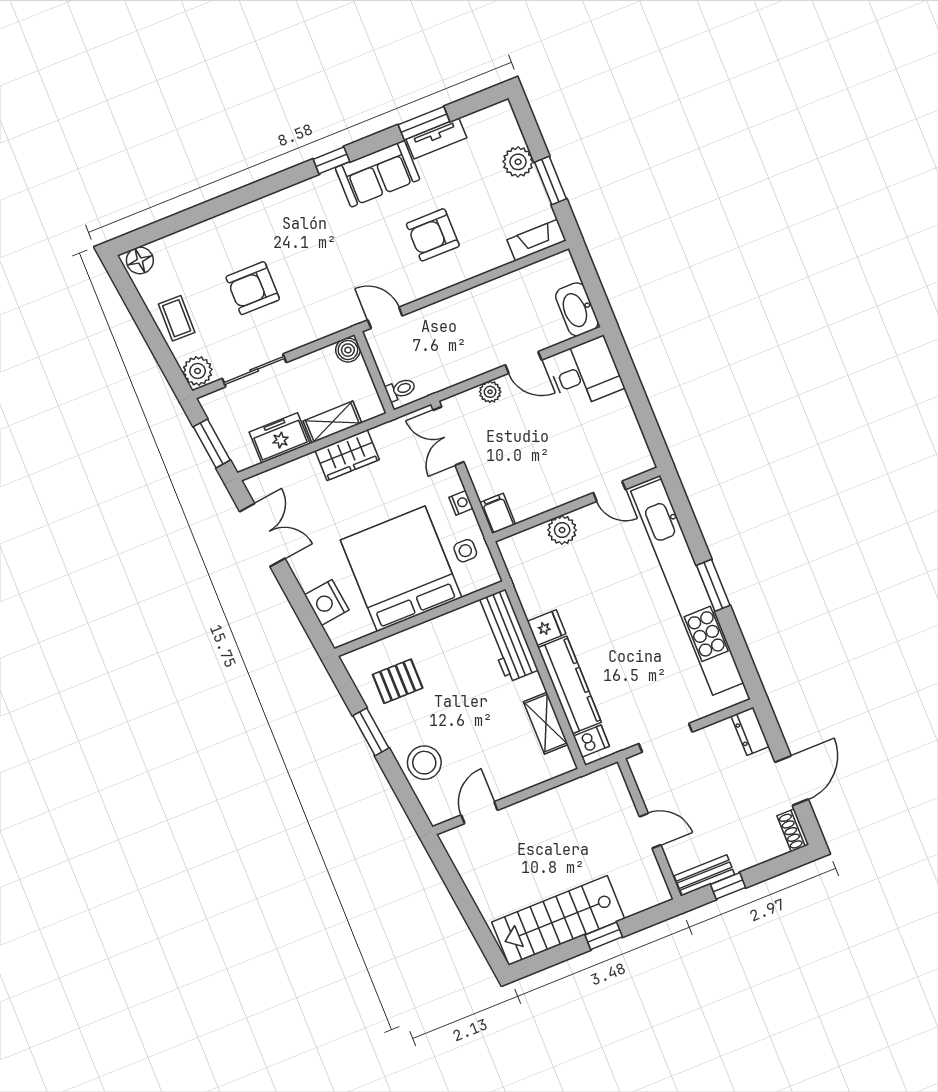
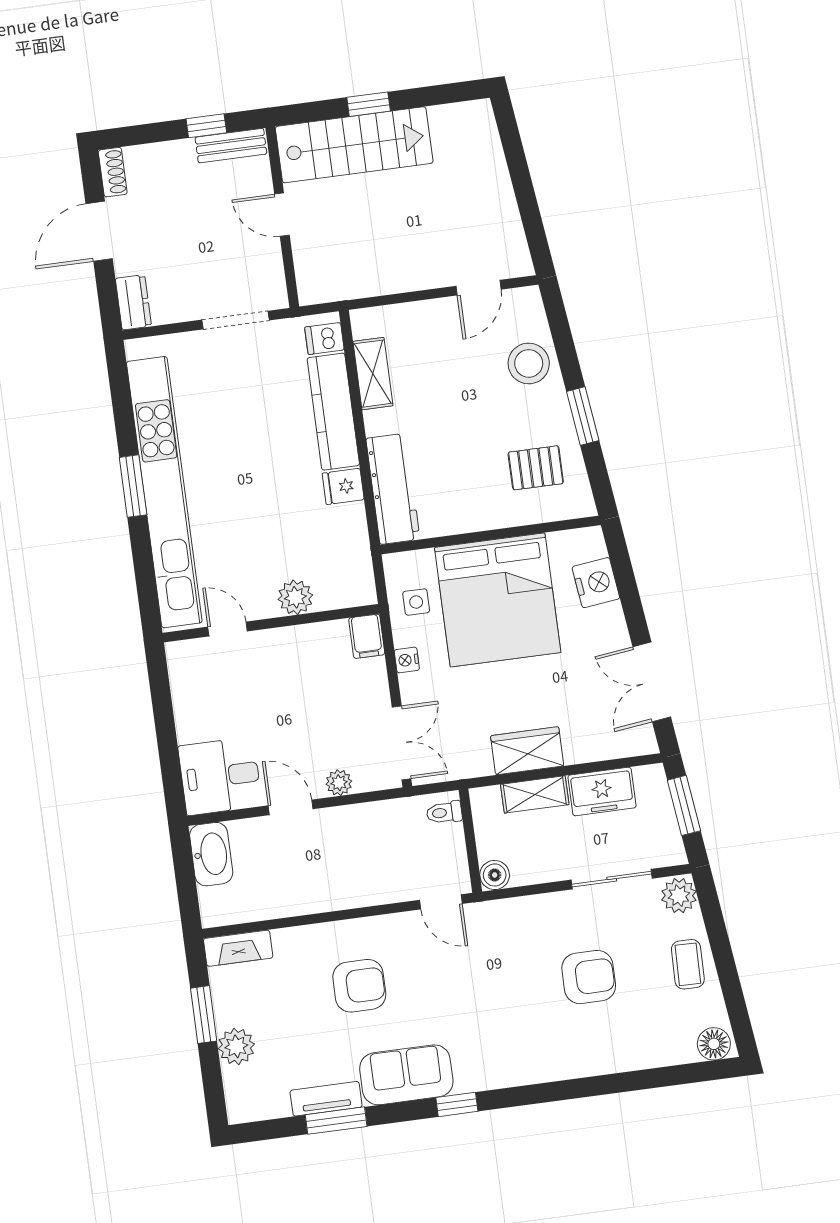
stairs: (558, 920) -> (354, 145), moved

